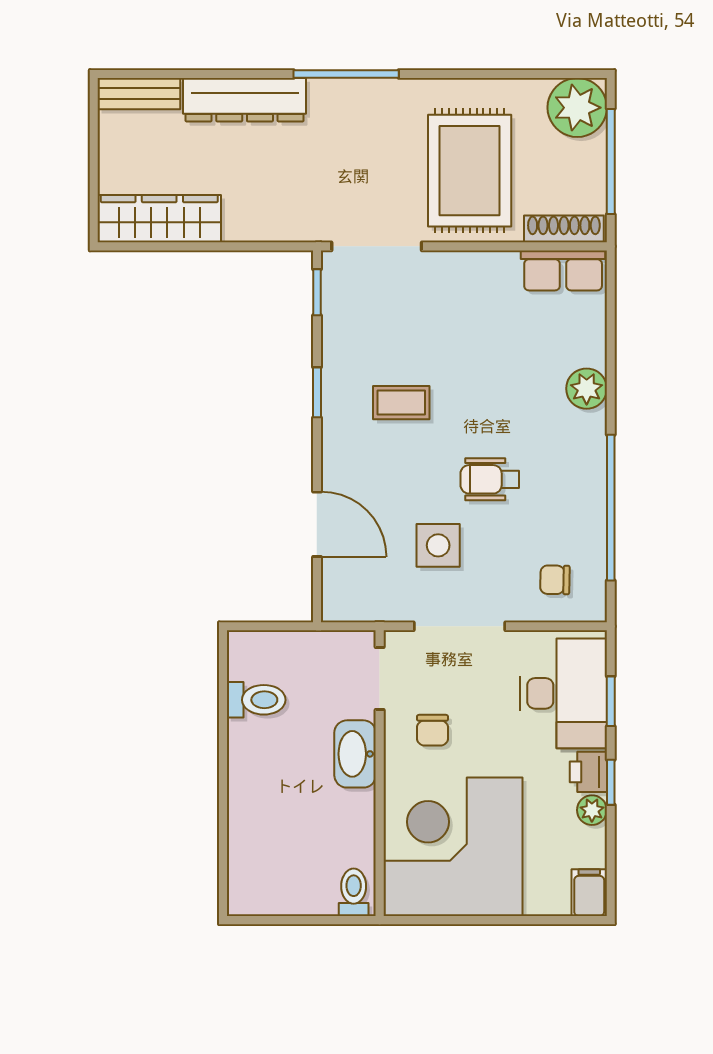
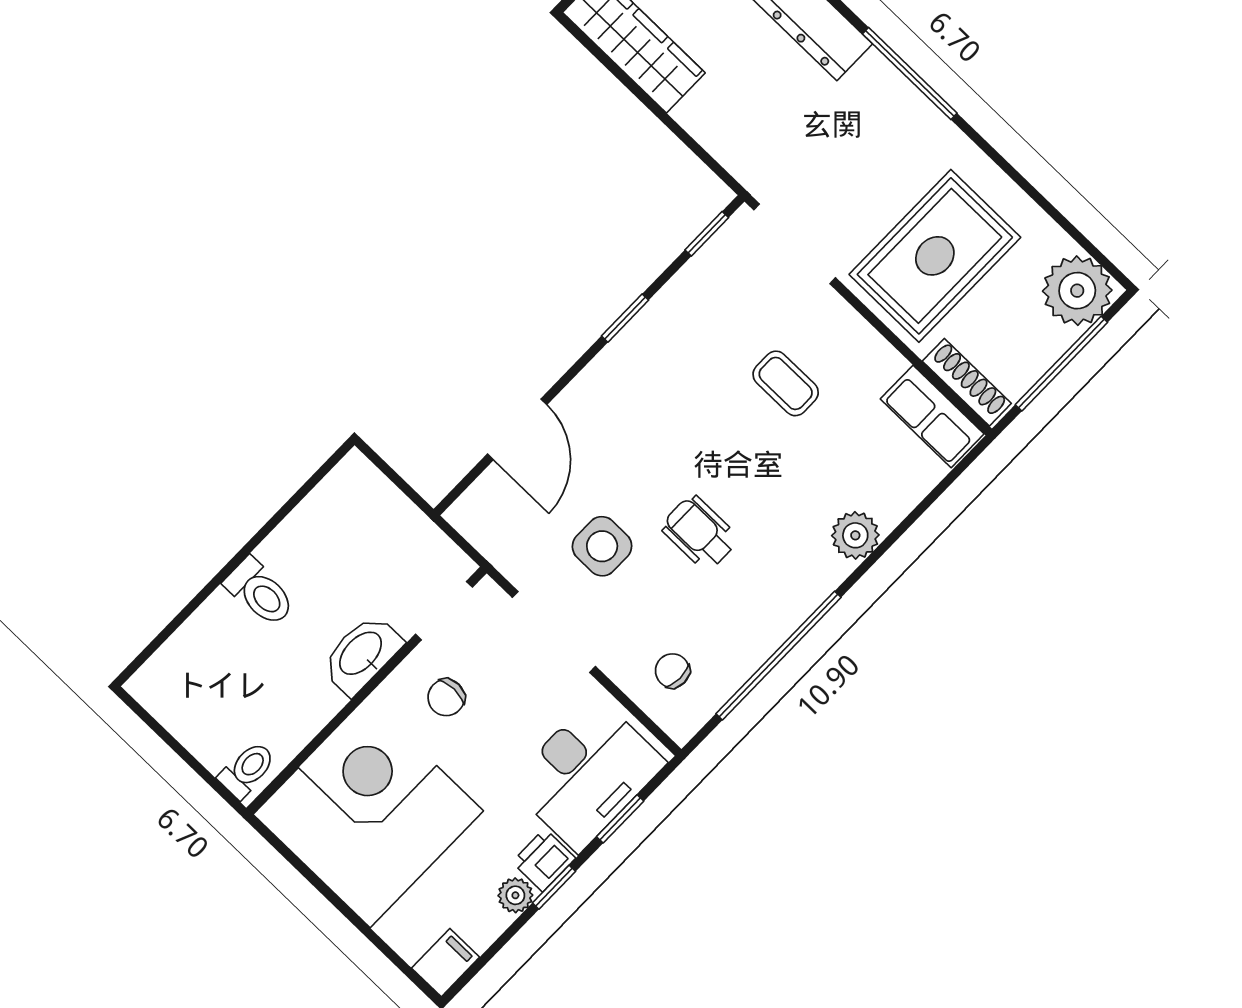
coffee table: (401, 403) -> (786, 383), moved
toilet: (256, 700) -> (260, 592), moved

